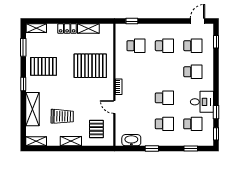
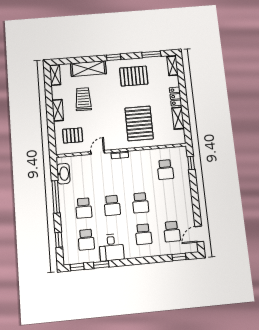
door: (198, 21) -> (199, 234), swing flipped
school desk: (164, 46) -> (140, 203), moved
pallet: (44, 66) -> (134, 76), turned 90
trolley: (62, 116) -> (83, 99), turned 180
window: (152, 149) -> (56, 197), width x2.17

